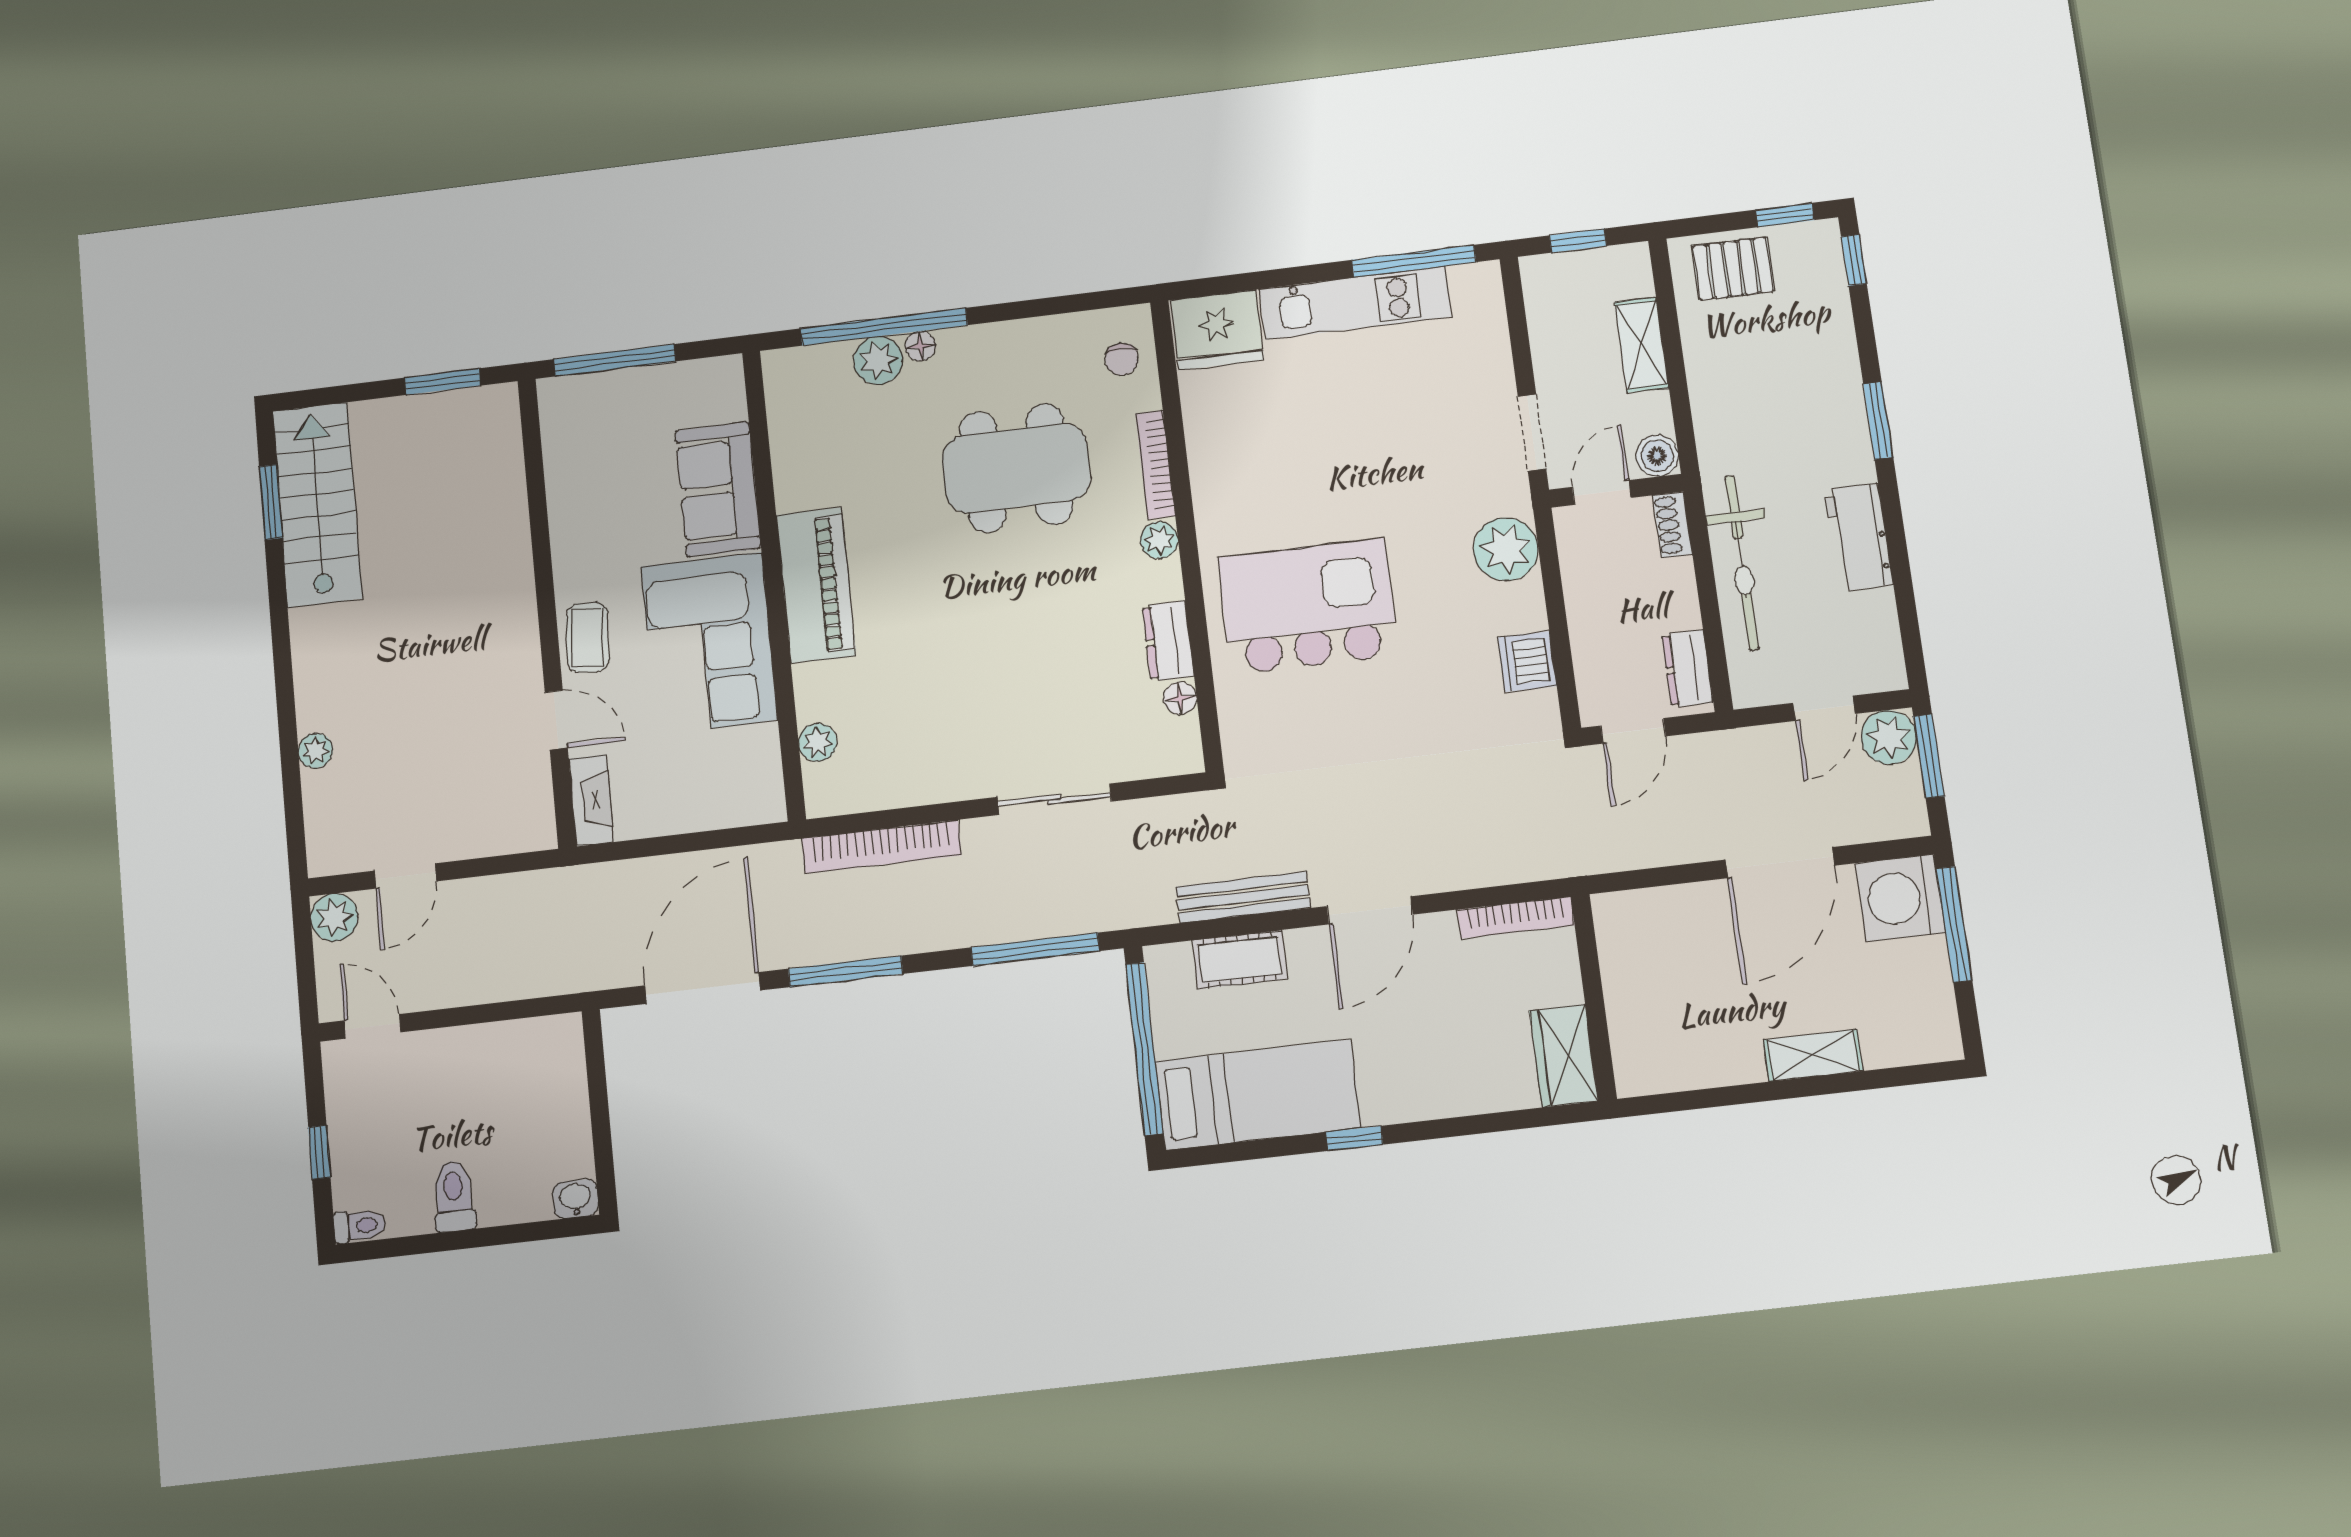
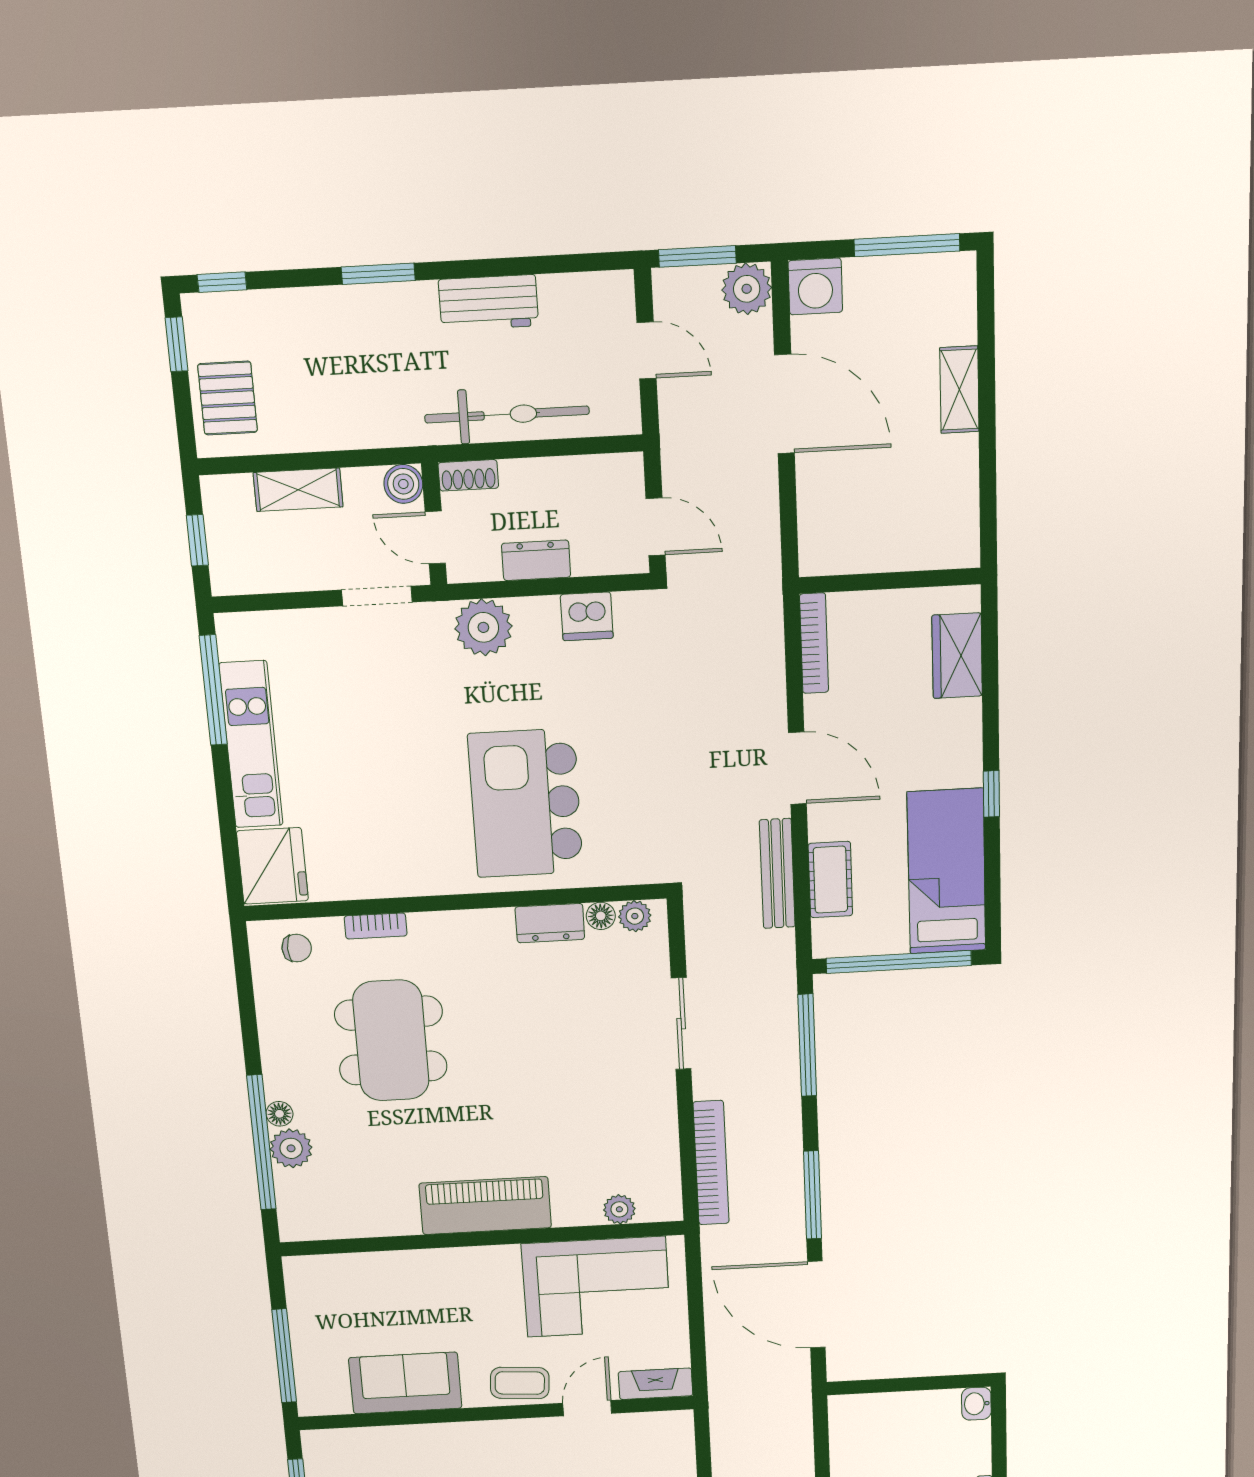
bookcase: (1155, 465) -> (376, 926), width x0.64
sofa: (718, 489) -> (405, 1383), moved, turned 180
plant: (1159, 540) -> (635, 916), moved
corner sofa: (709, 643) -> (596, 1287), moved
dresser: (1687, 669) -> (536, 560), moved, turned 180
plant: (1889, 737) -> (747, 289), moved
washing machine: (1900, 898) -> (815, 286), width x0.73, depth x0.73
window: (1954, 924) -> (907, 245), moved
wardrobe: (1564, 1056) -> (957, 656), moved, turned 90

